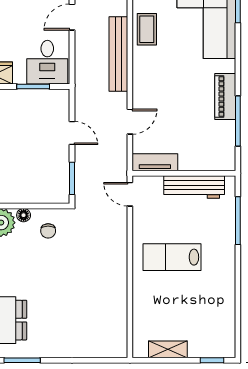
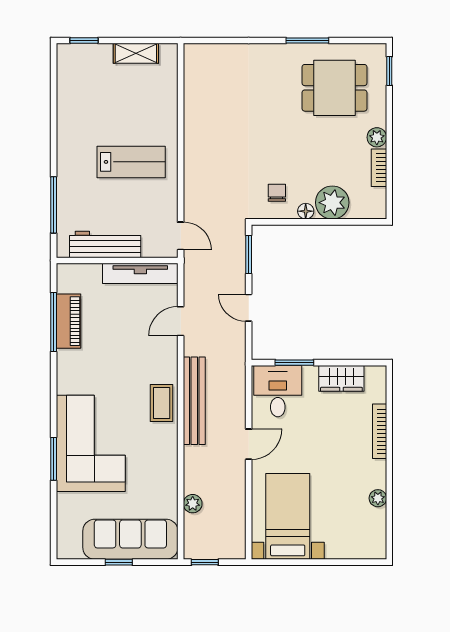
coffee table: (147, 29) -> (162, 403), moved
piano: (225, 97) -> (68, 321), moved
tv unit: (155, 162) -> (140, 273), width x1.41

